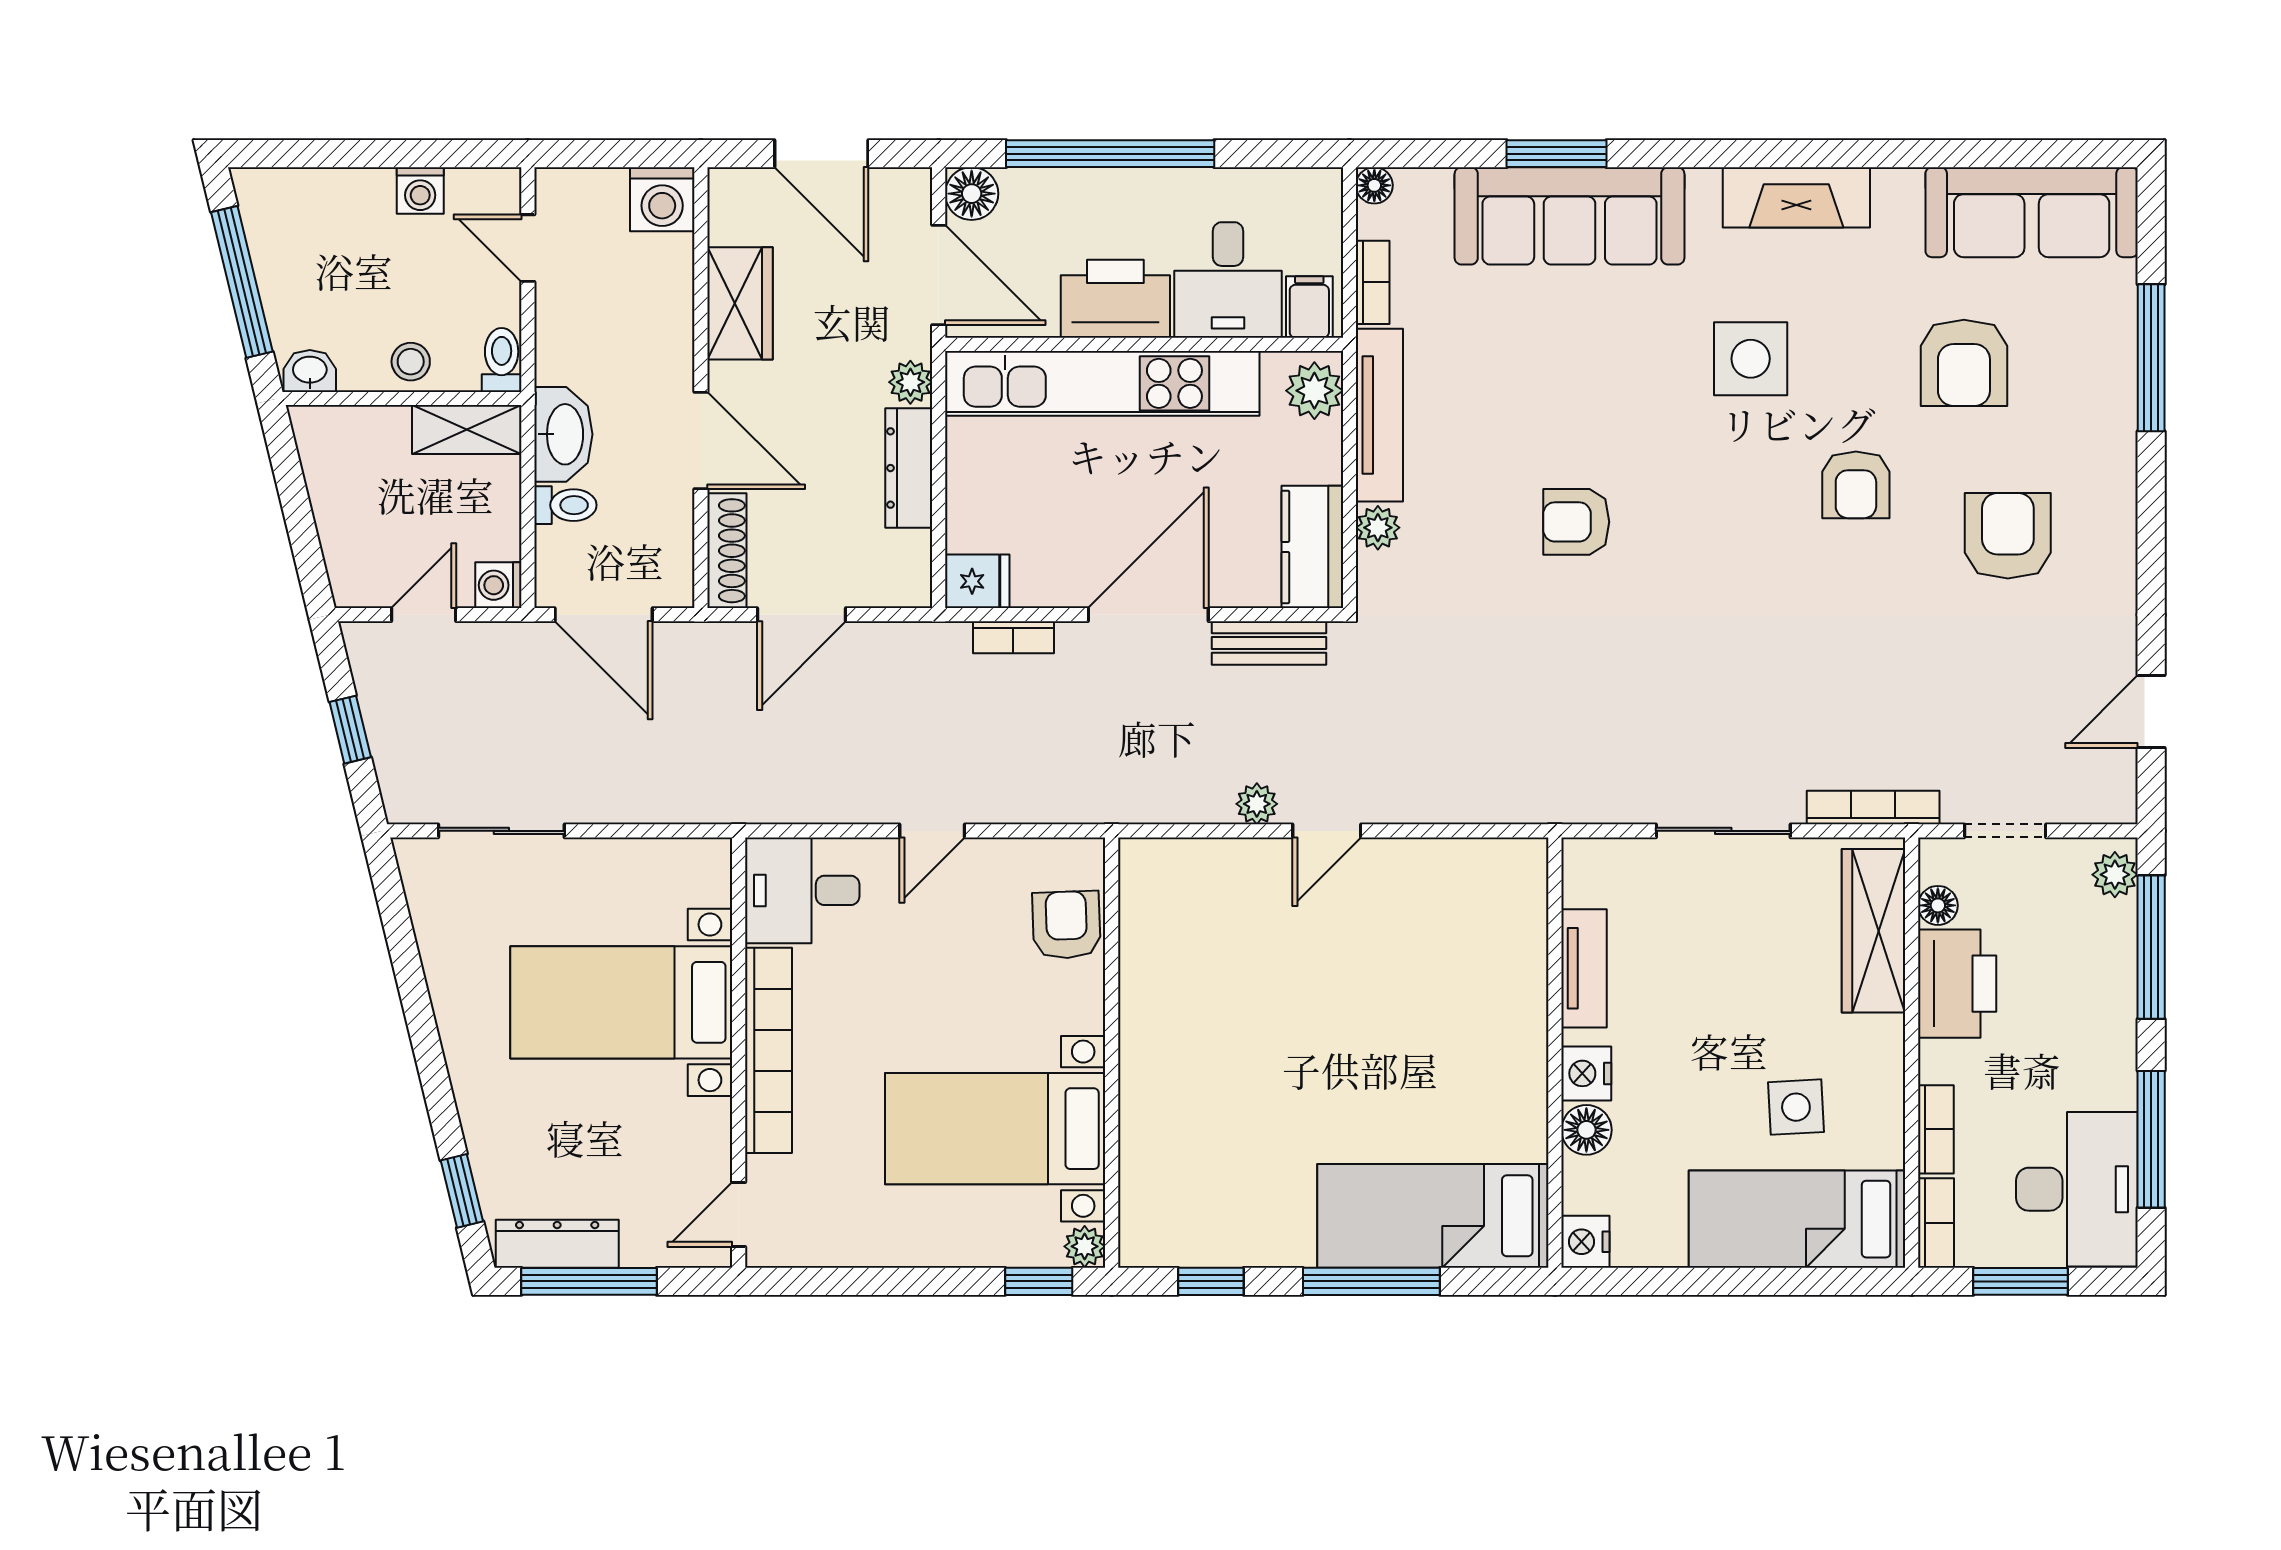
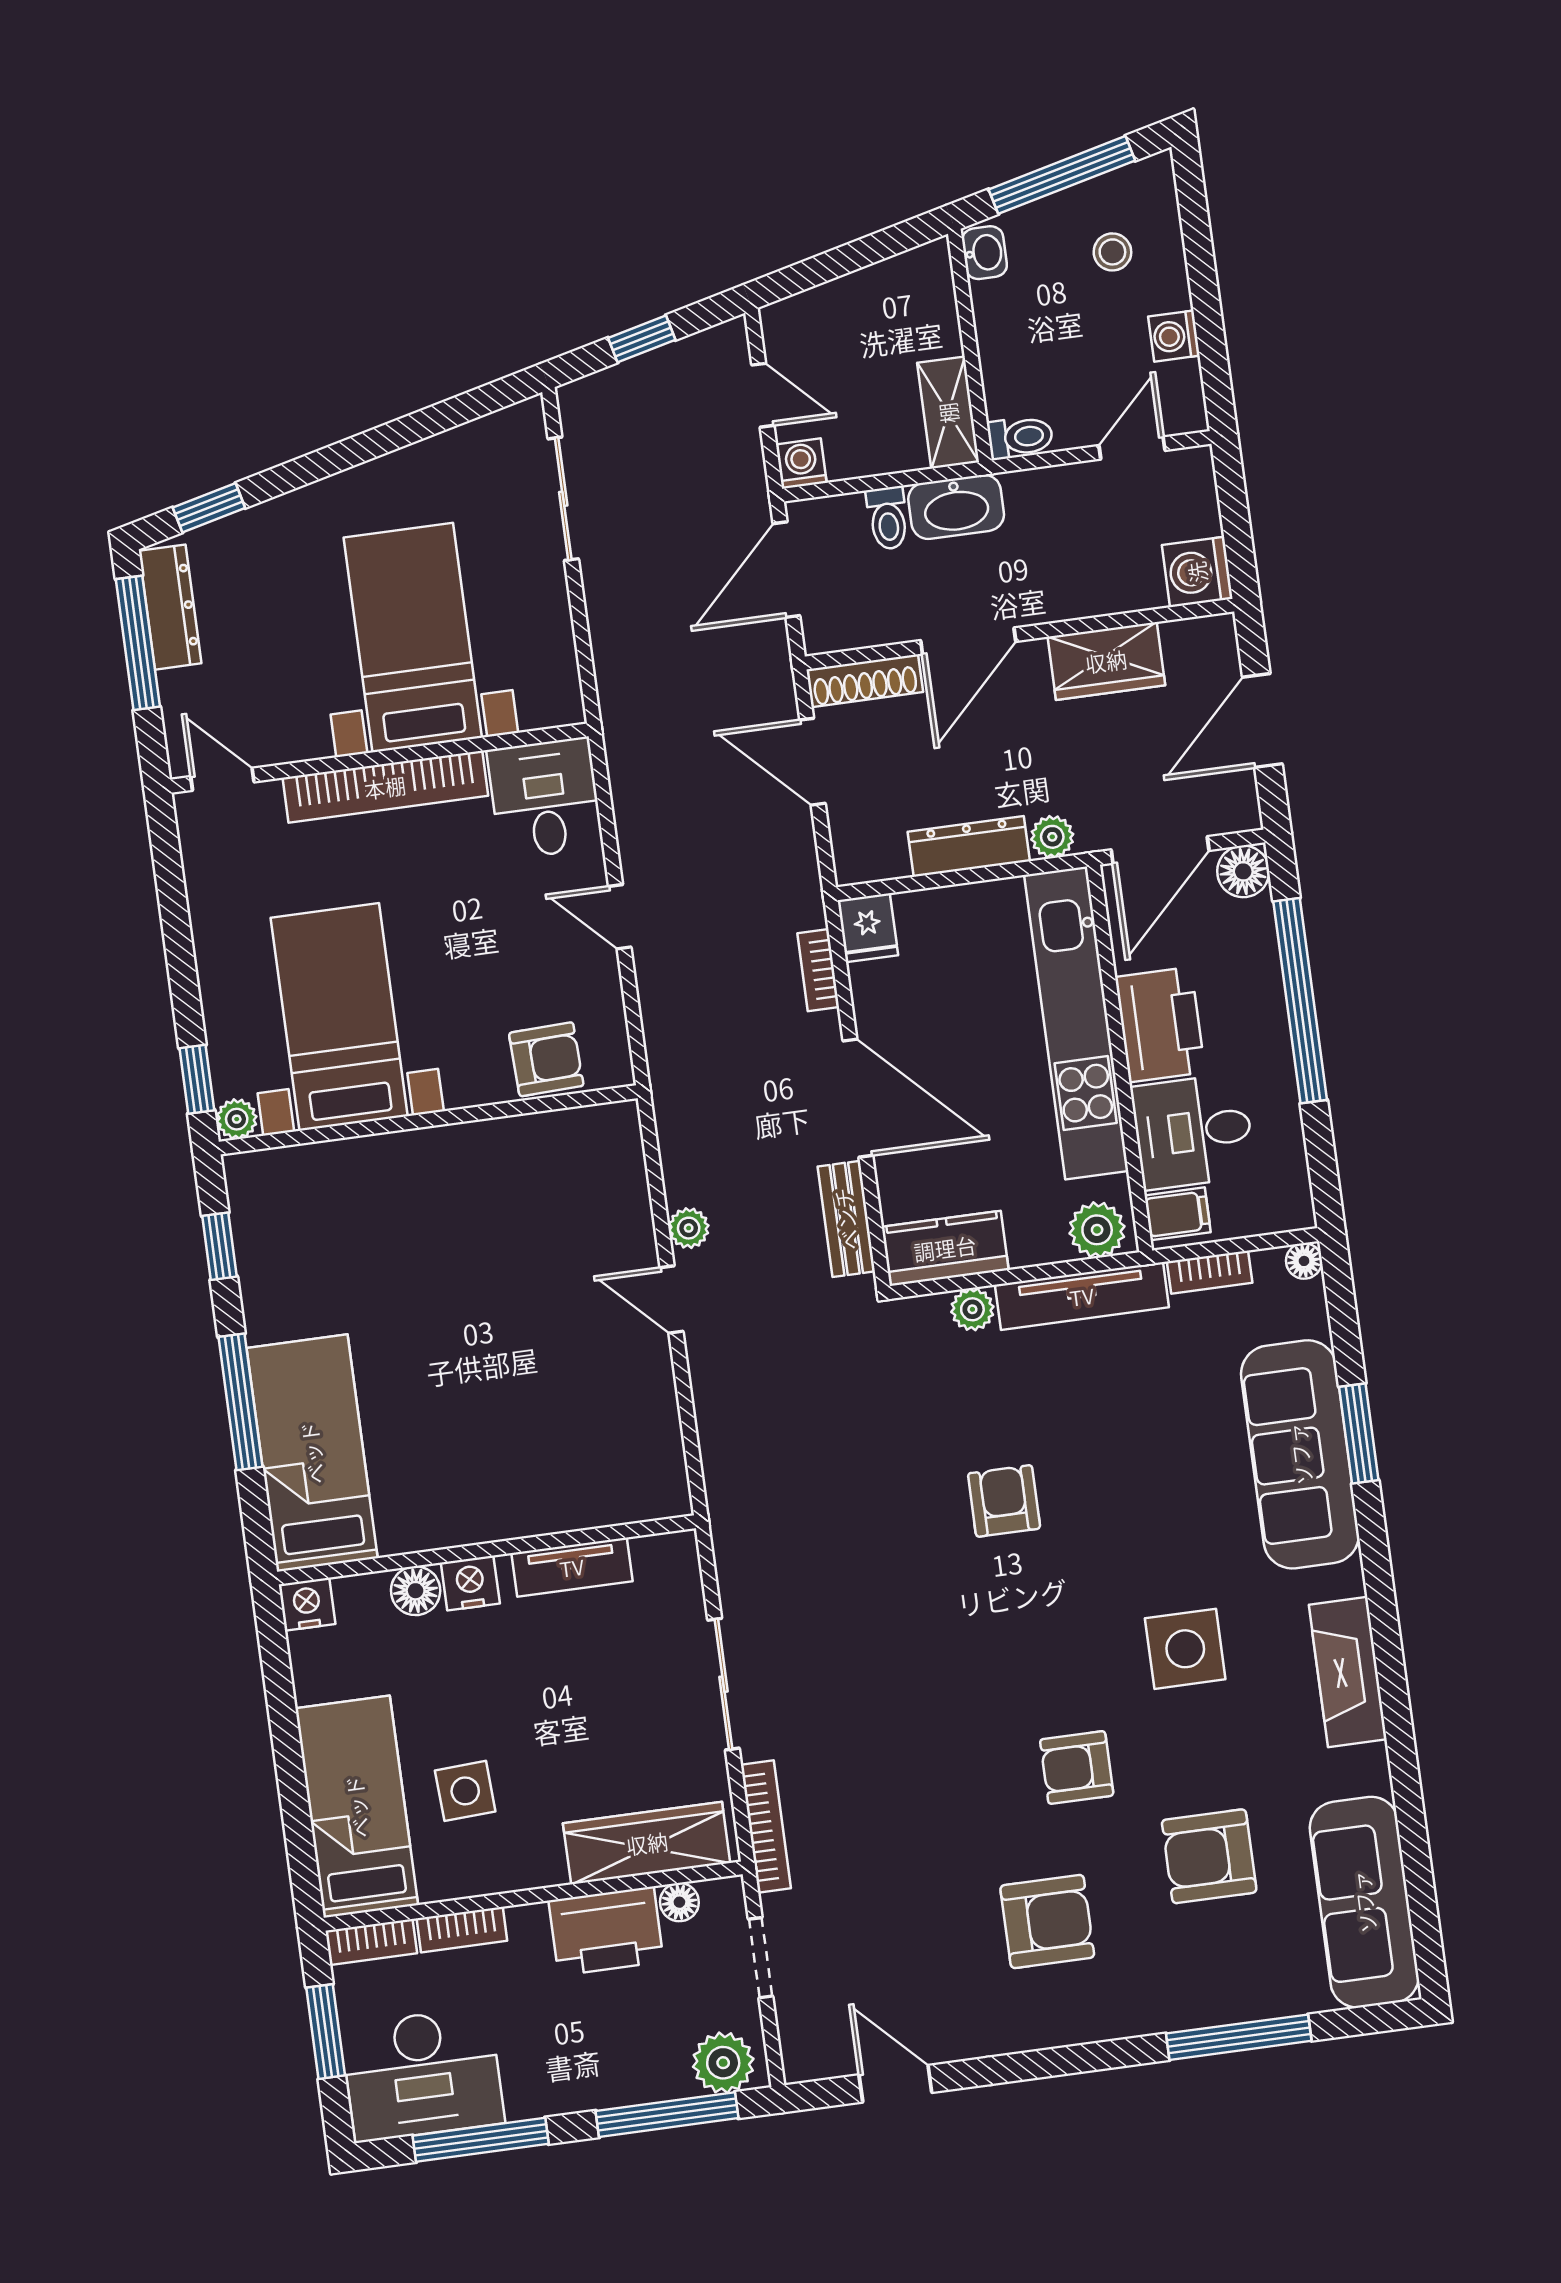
stool: (411, 362) -> (1112, 252), moved
plant: (2115, 875) -> (723, 2063), width x1.38, depth x1.38

